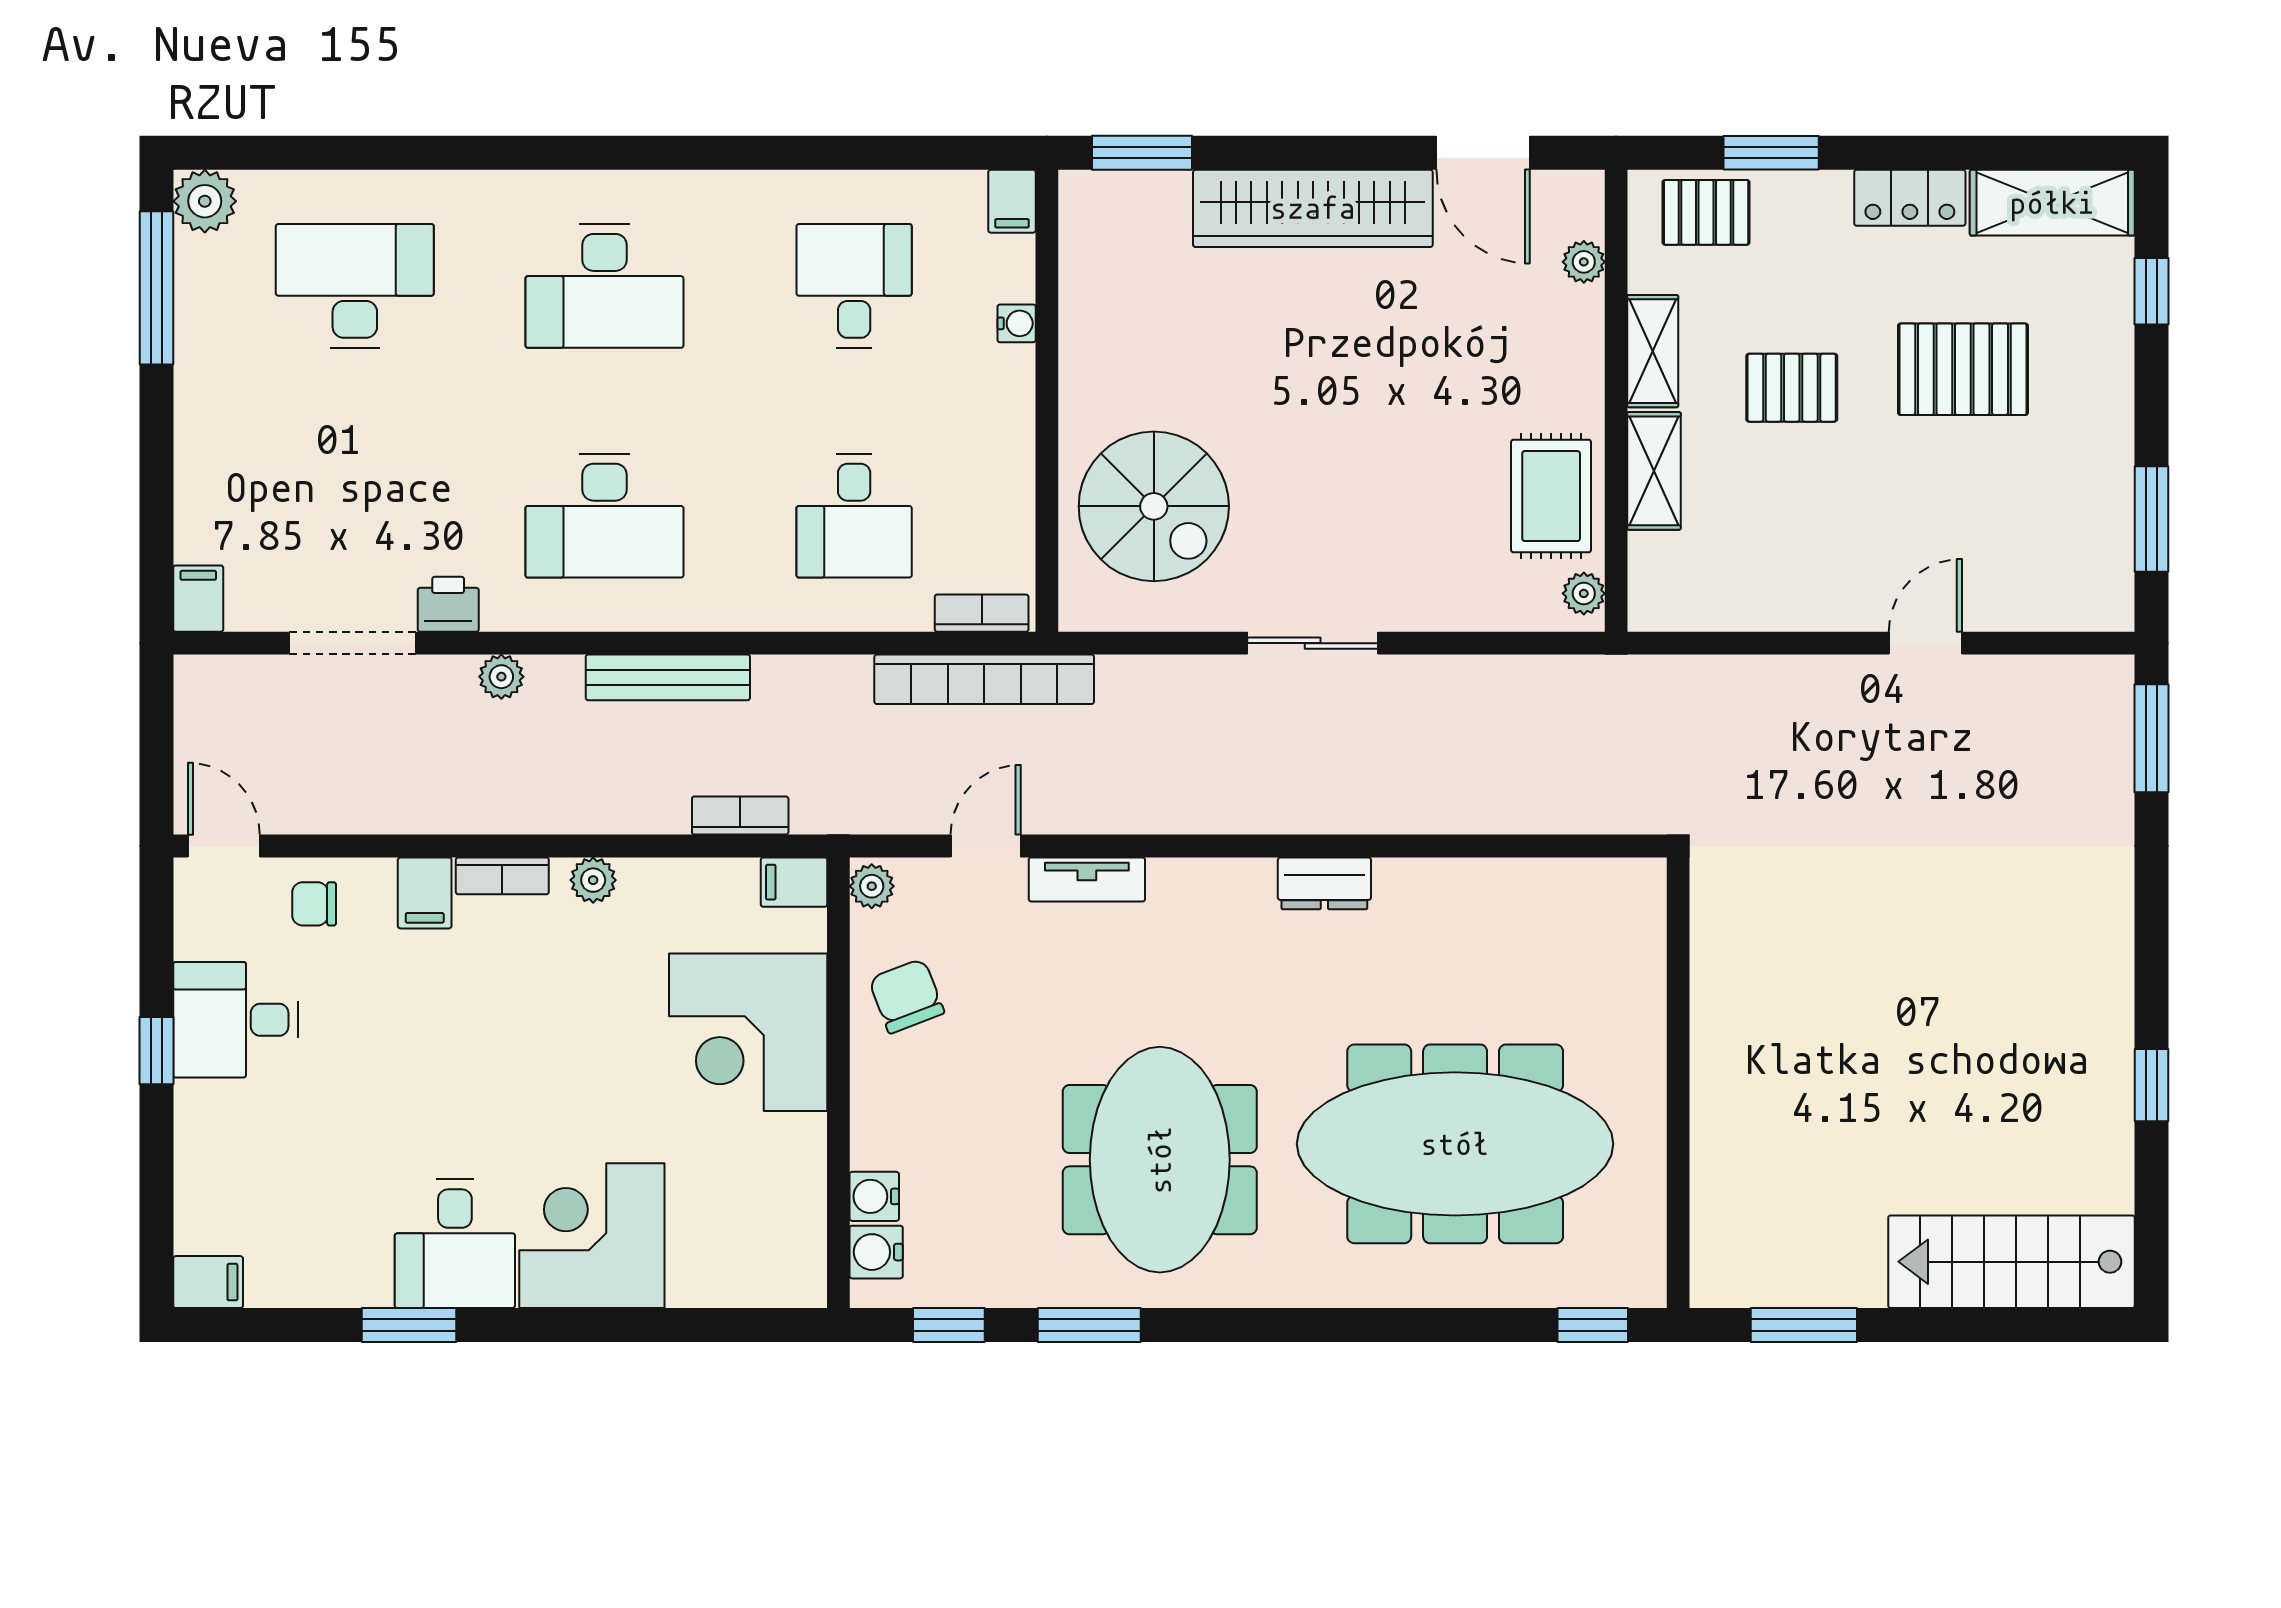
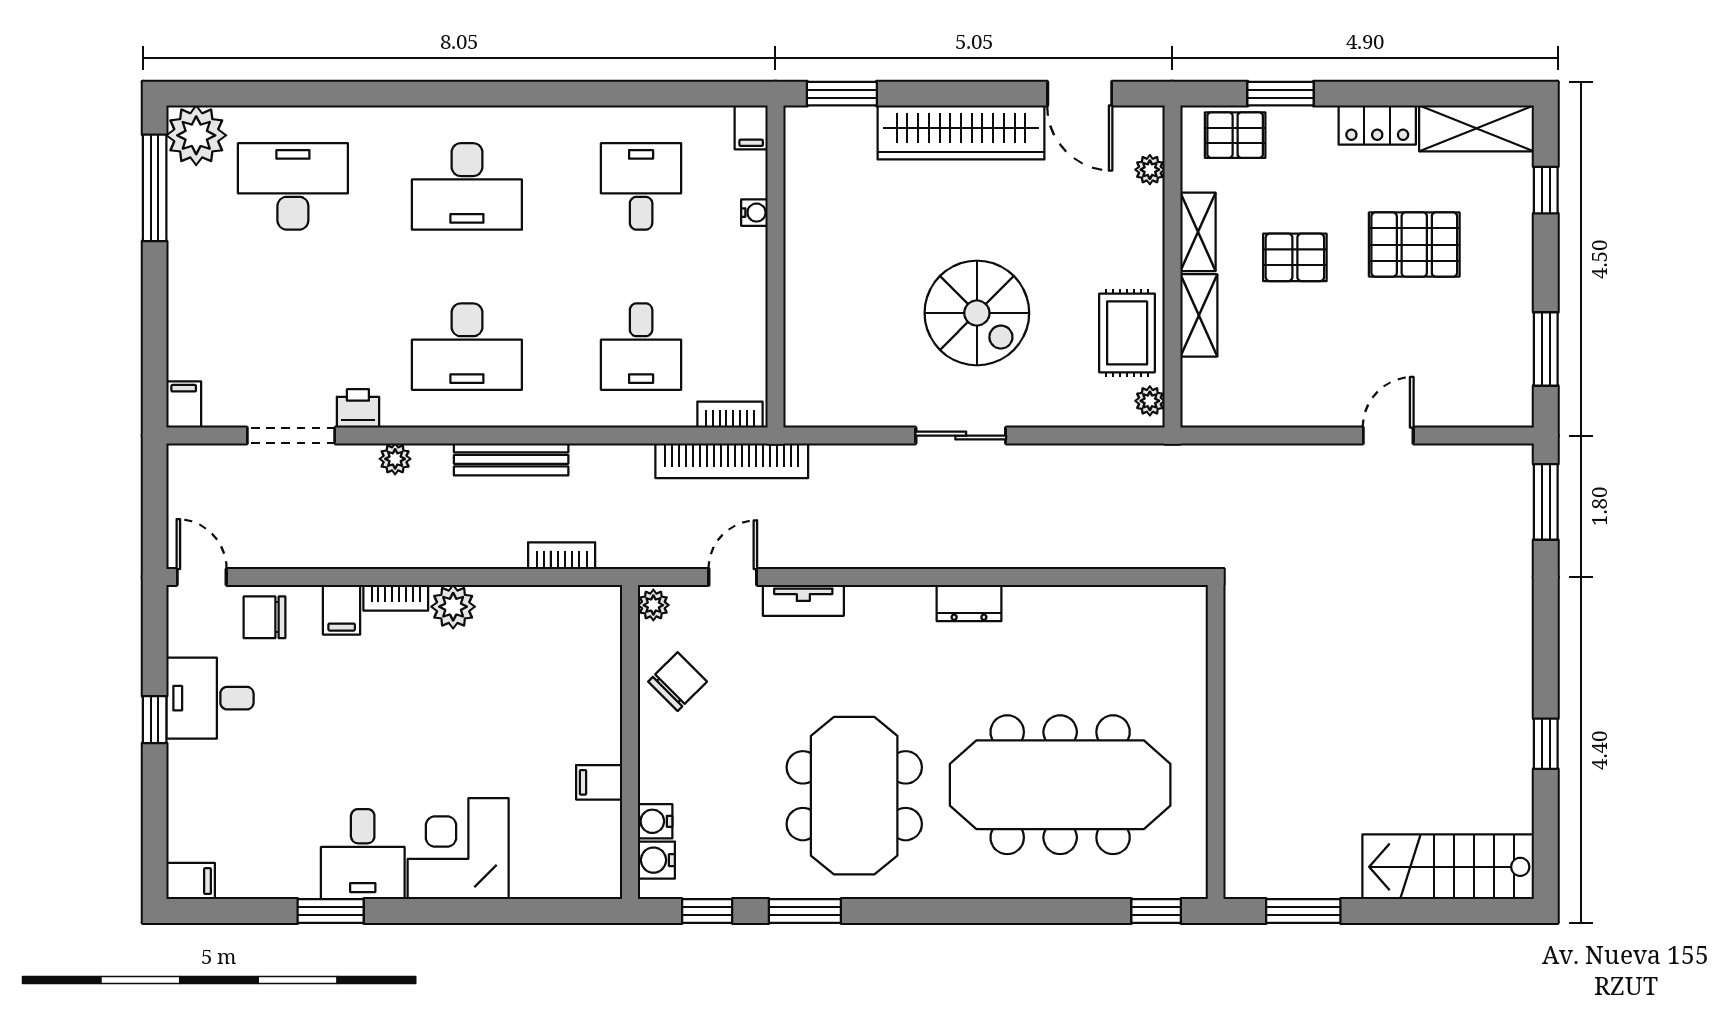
plant: (205, 201) -> (196, 135), width x1.36, depth x1.36
spiral stairs: (1154, 506) -> (977, 313), moved
plant: (593, 880) -> (453, 607), width x1.38, depth x1.38
filing cabinet: (794, 882) -> (599, 782), moved
chair: (314, 904) -> (265, 617), width x1.37, depth x1.37
chair: (906, 996) -> (678, 682), turned 66
corner desk: (748, 1032) -> (567, 707), removed

